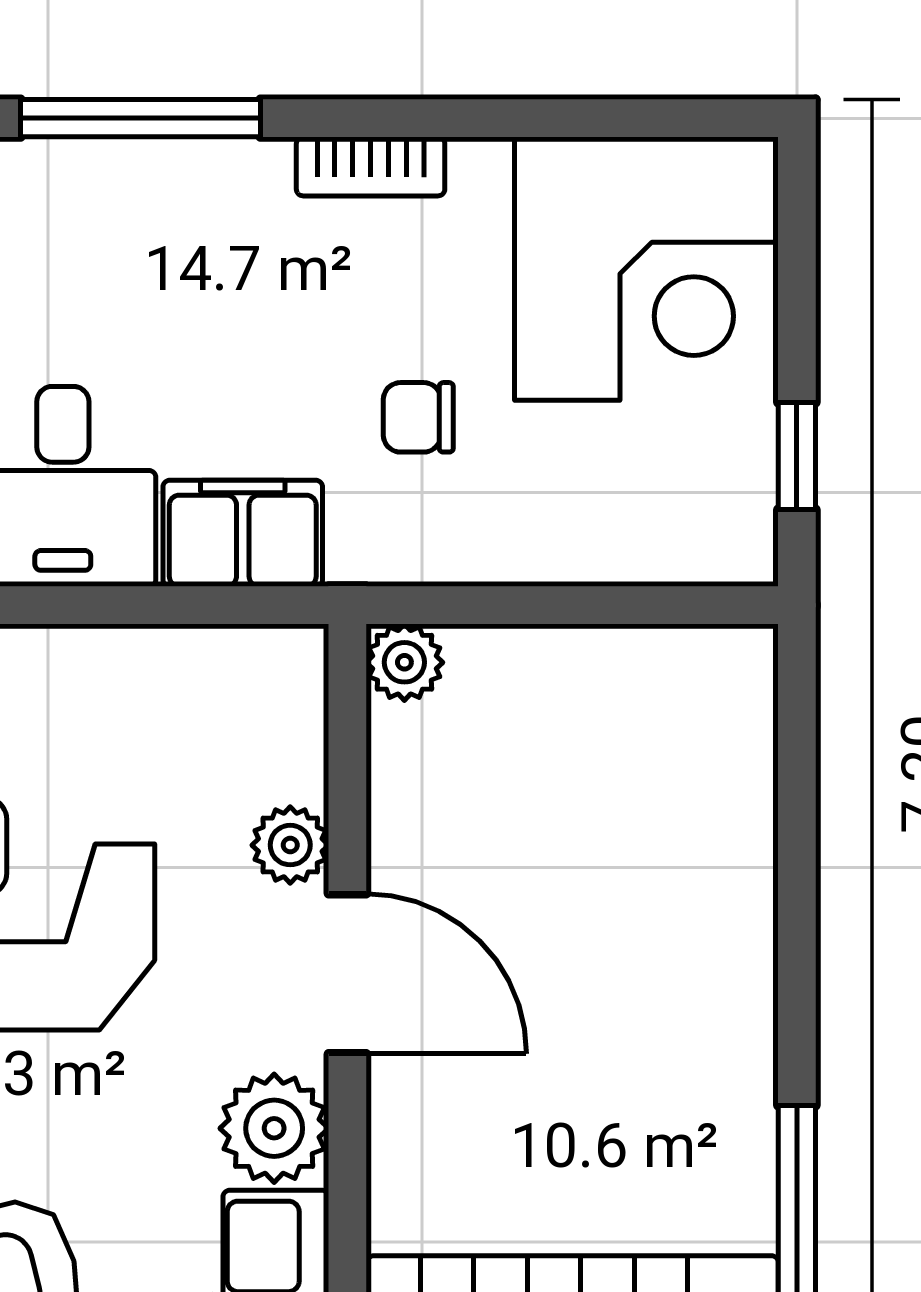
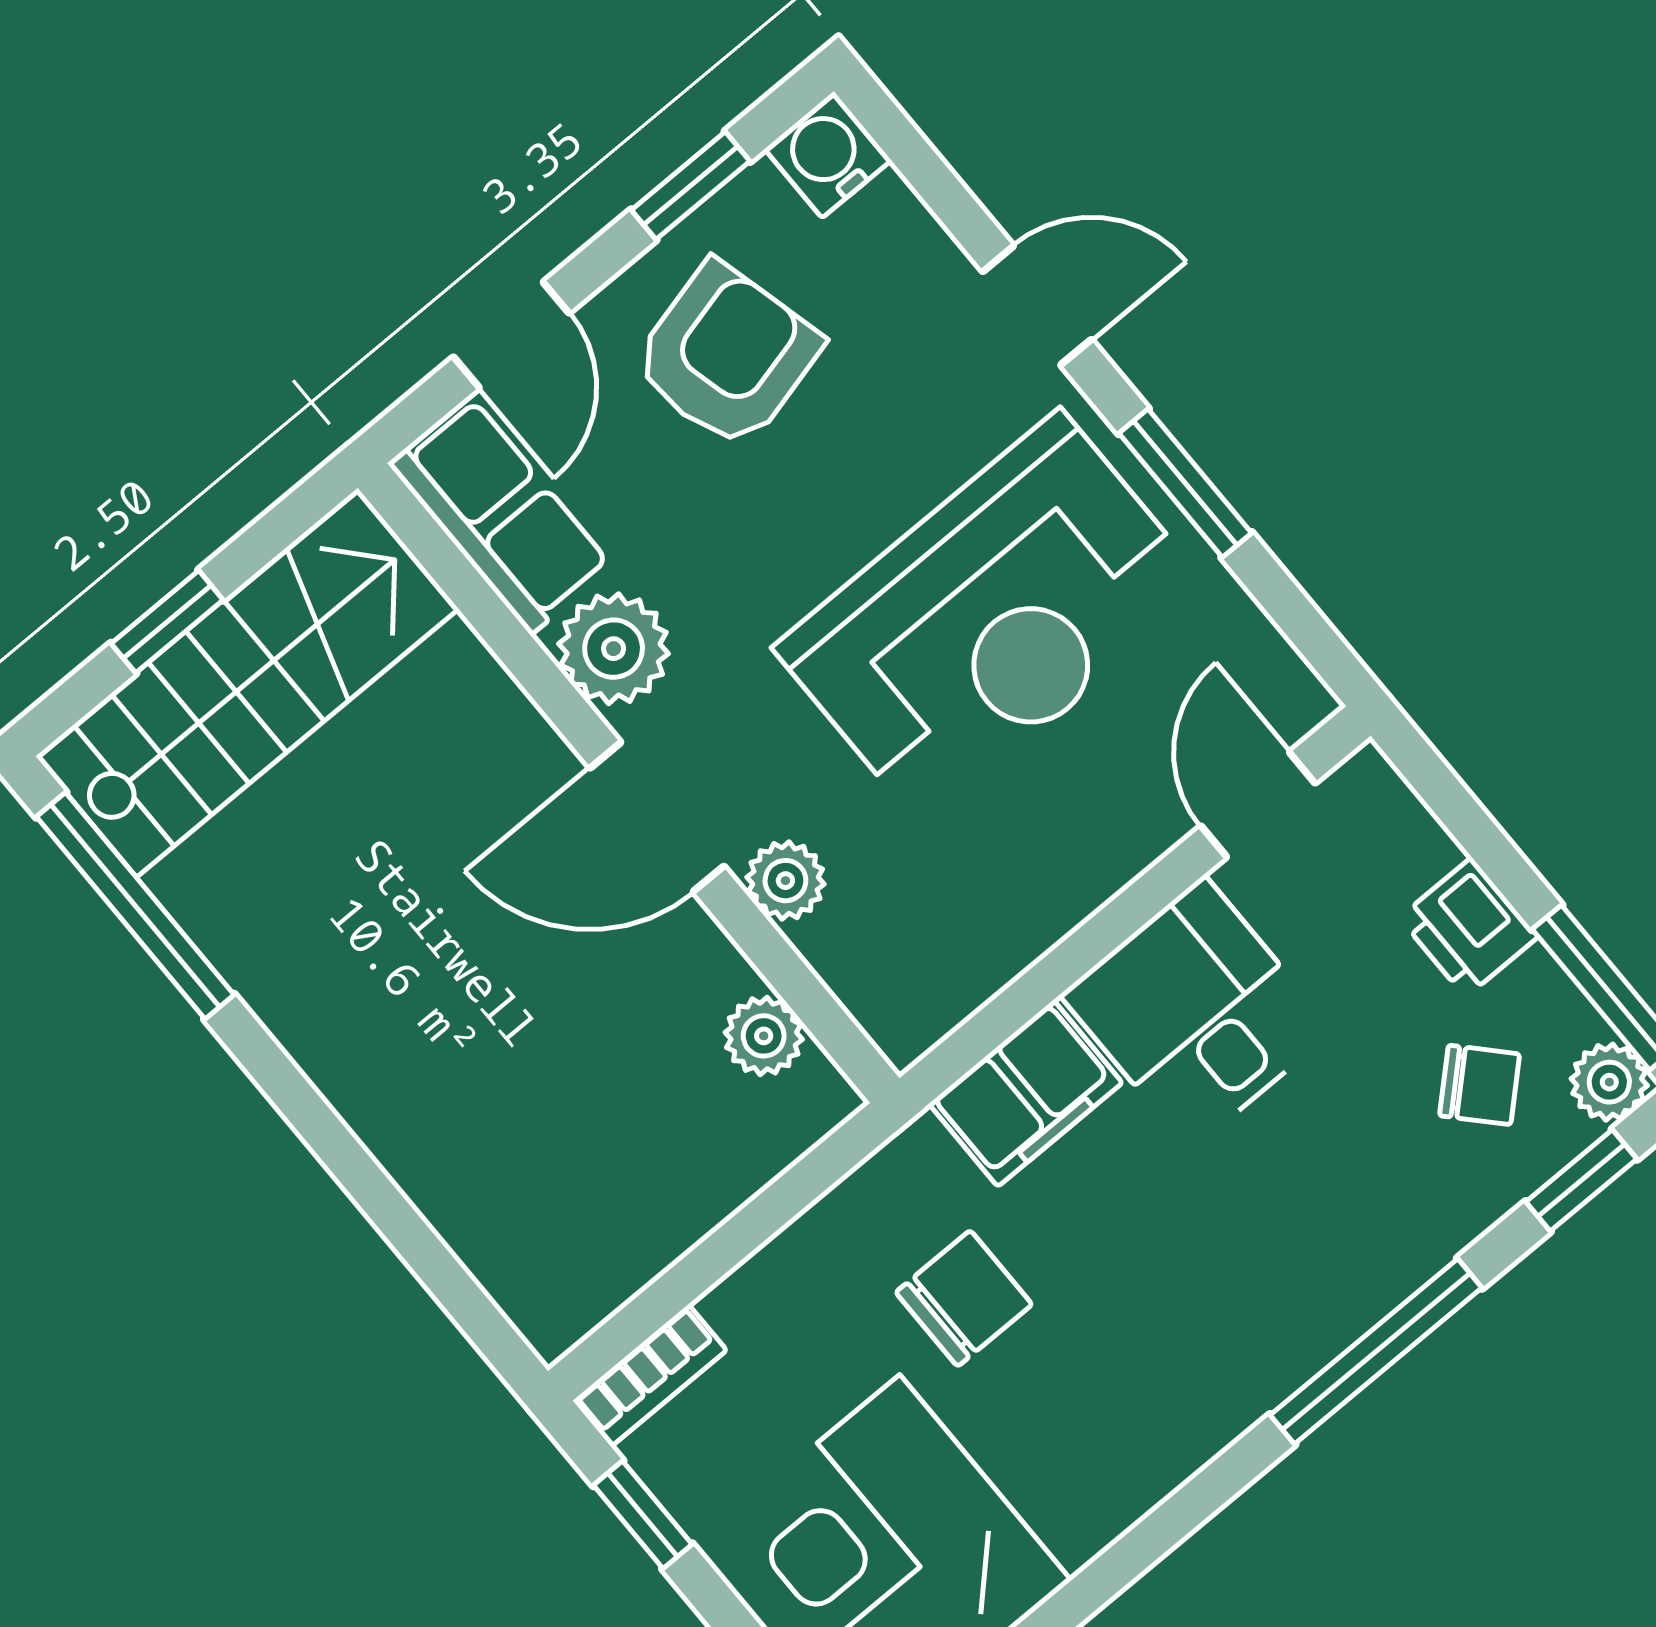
bookcase: (371, 166) -> (650, 1375), moved, turned 180
chair: (418, 417) -> (964, 1298), width x1.37, depth x1.37
plant: (404, 662) -> (764, 1036), moved

